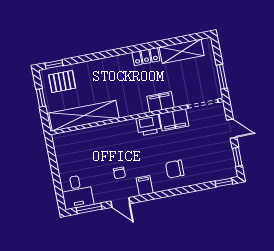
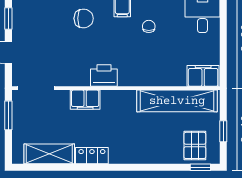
pallet: (62, 81) -> (195, 145), turned 90
filing cabinet: (174, 120) -> (203, 76), moved

